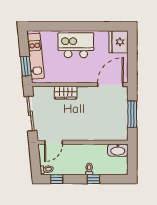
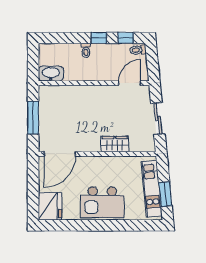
window: (26, 66) -> (165, 194), moved
sliding door: (30, 113) -> (158, 119), width x0.73
window: (94, 179) -> (99, 38), moved

